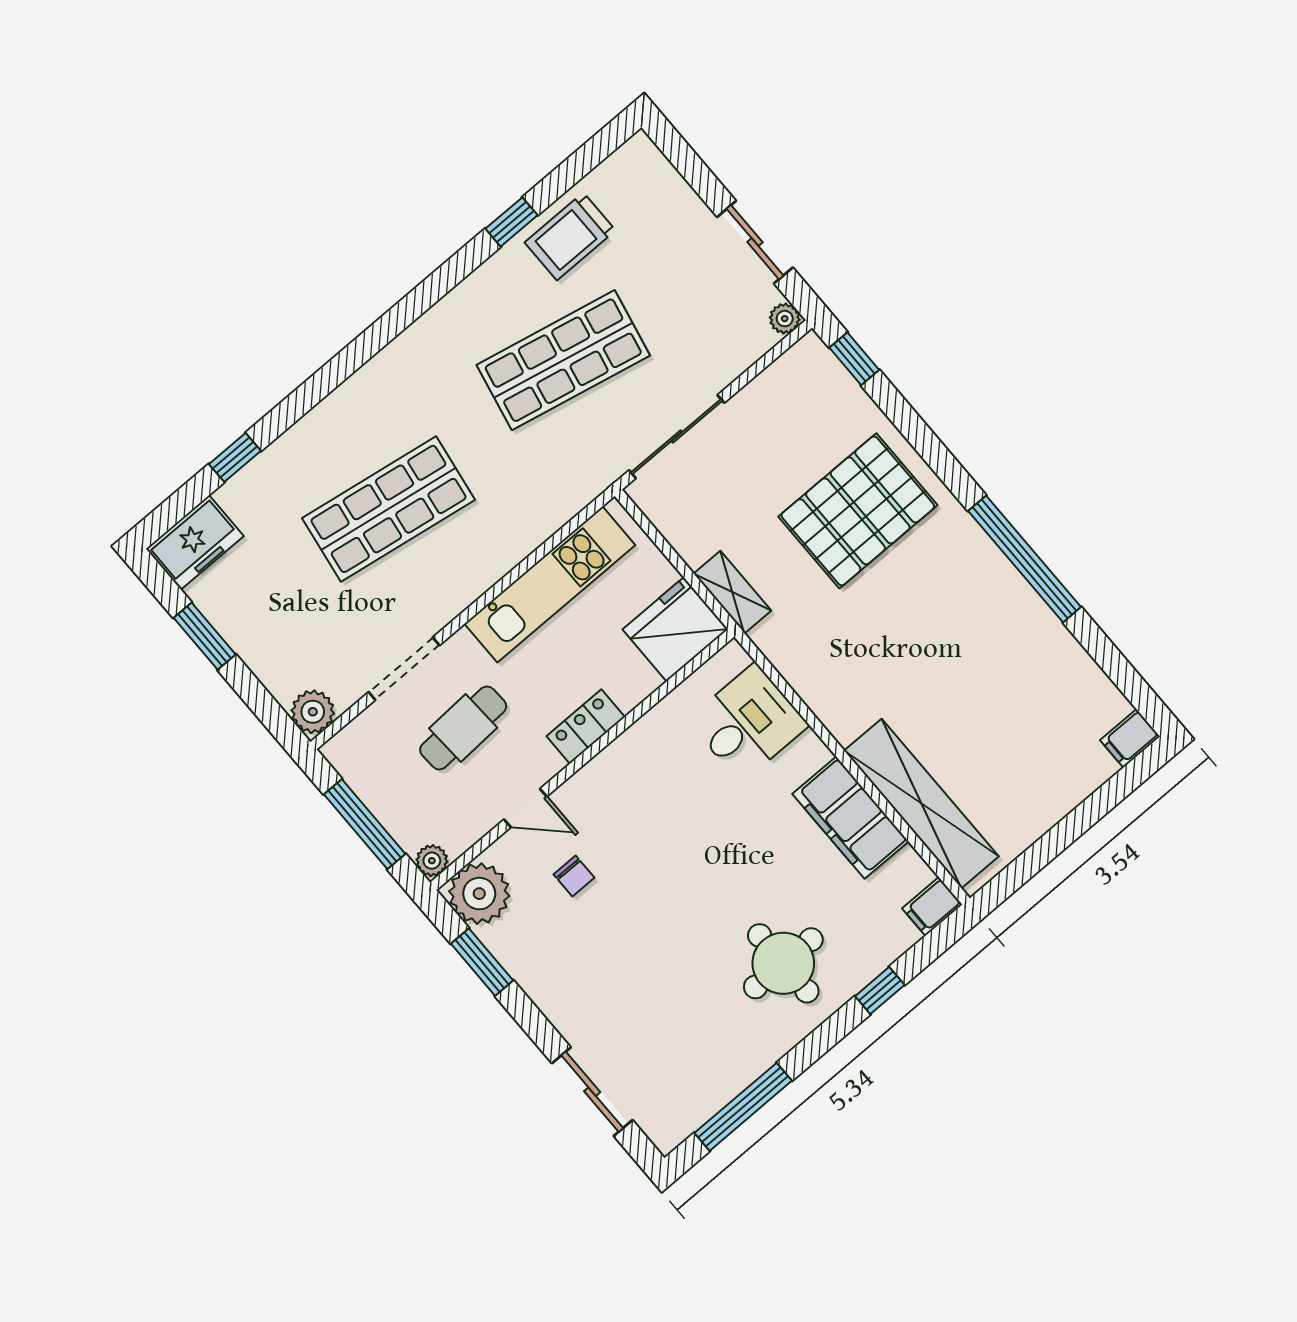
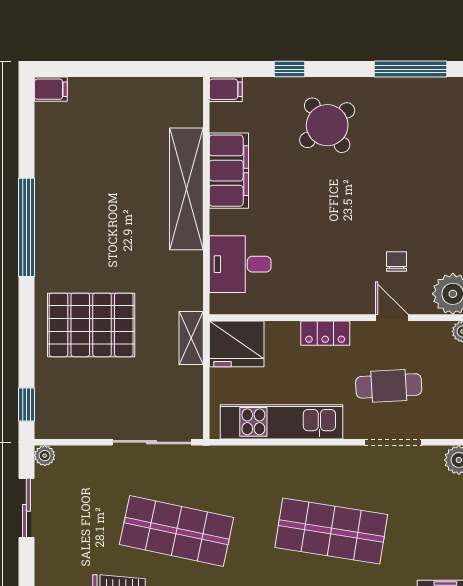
shelving: (921, 804) -> (186, 189), moved
round table: (783, 963) -> (327, 125), turned -37

